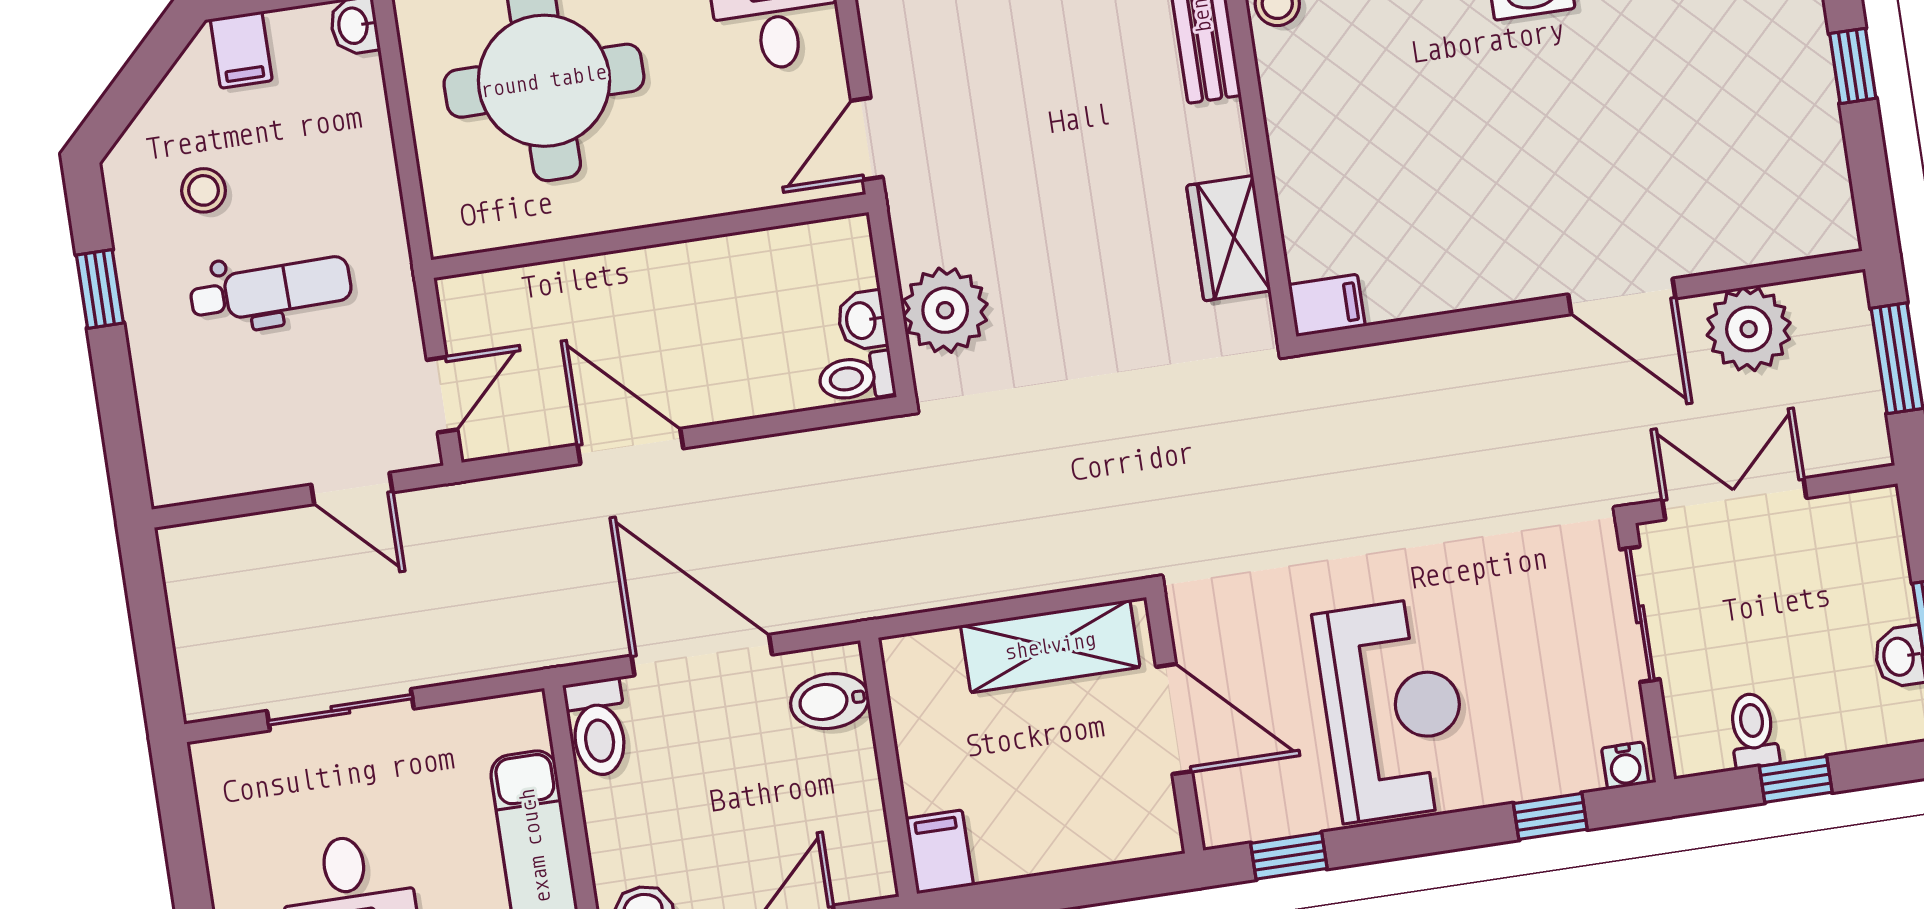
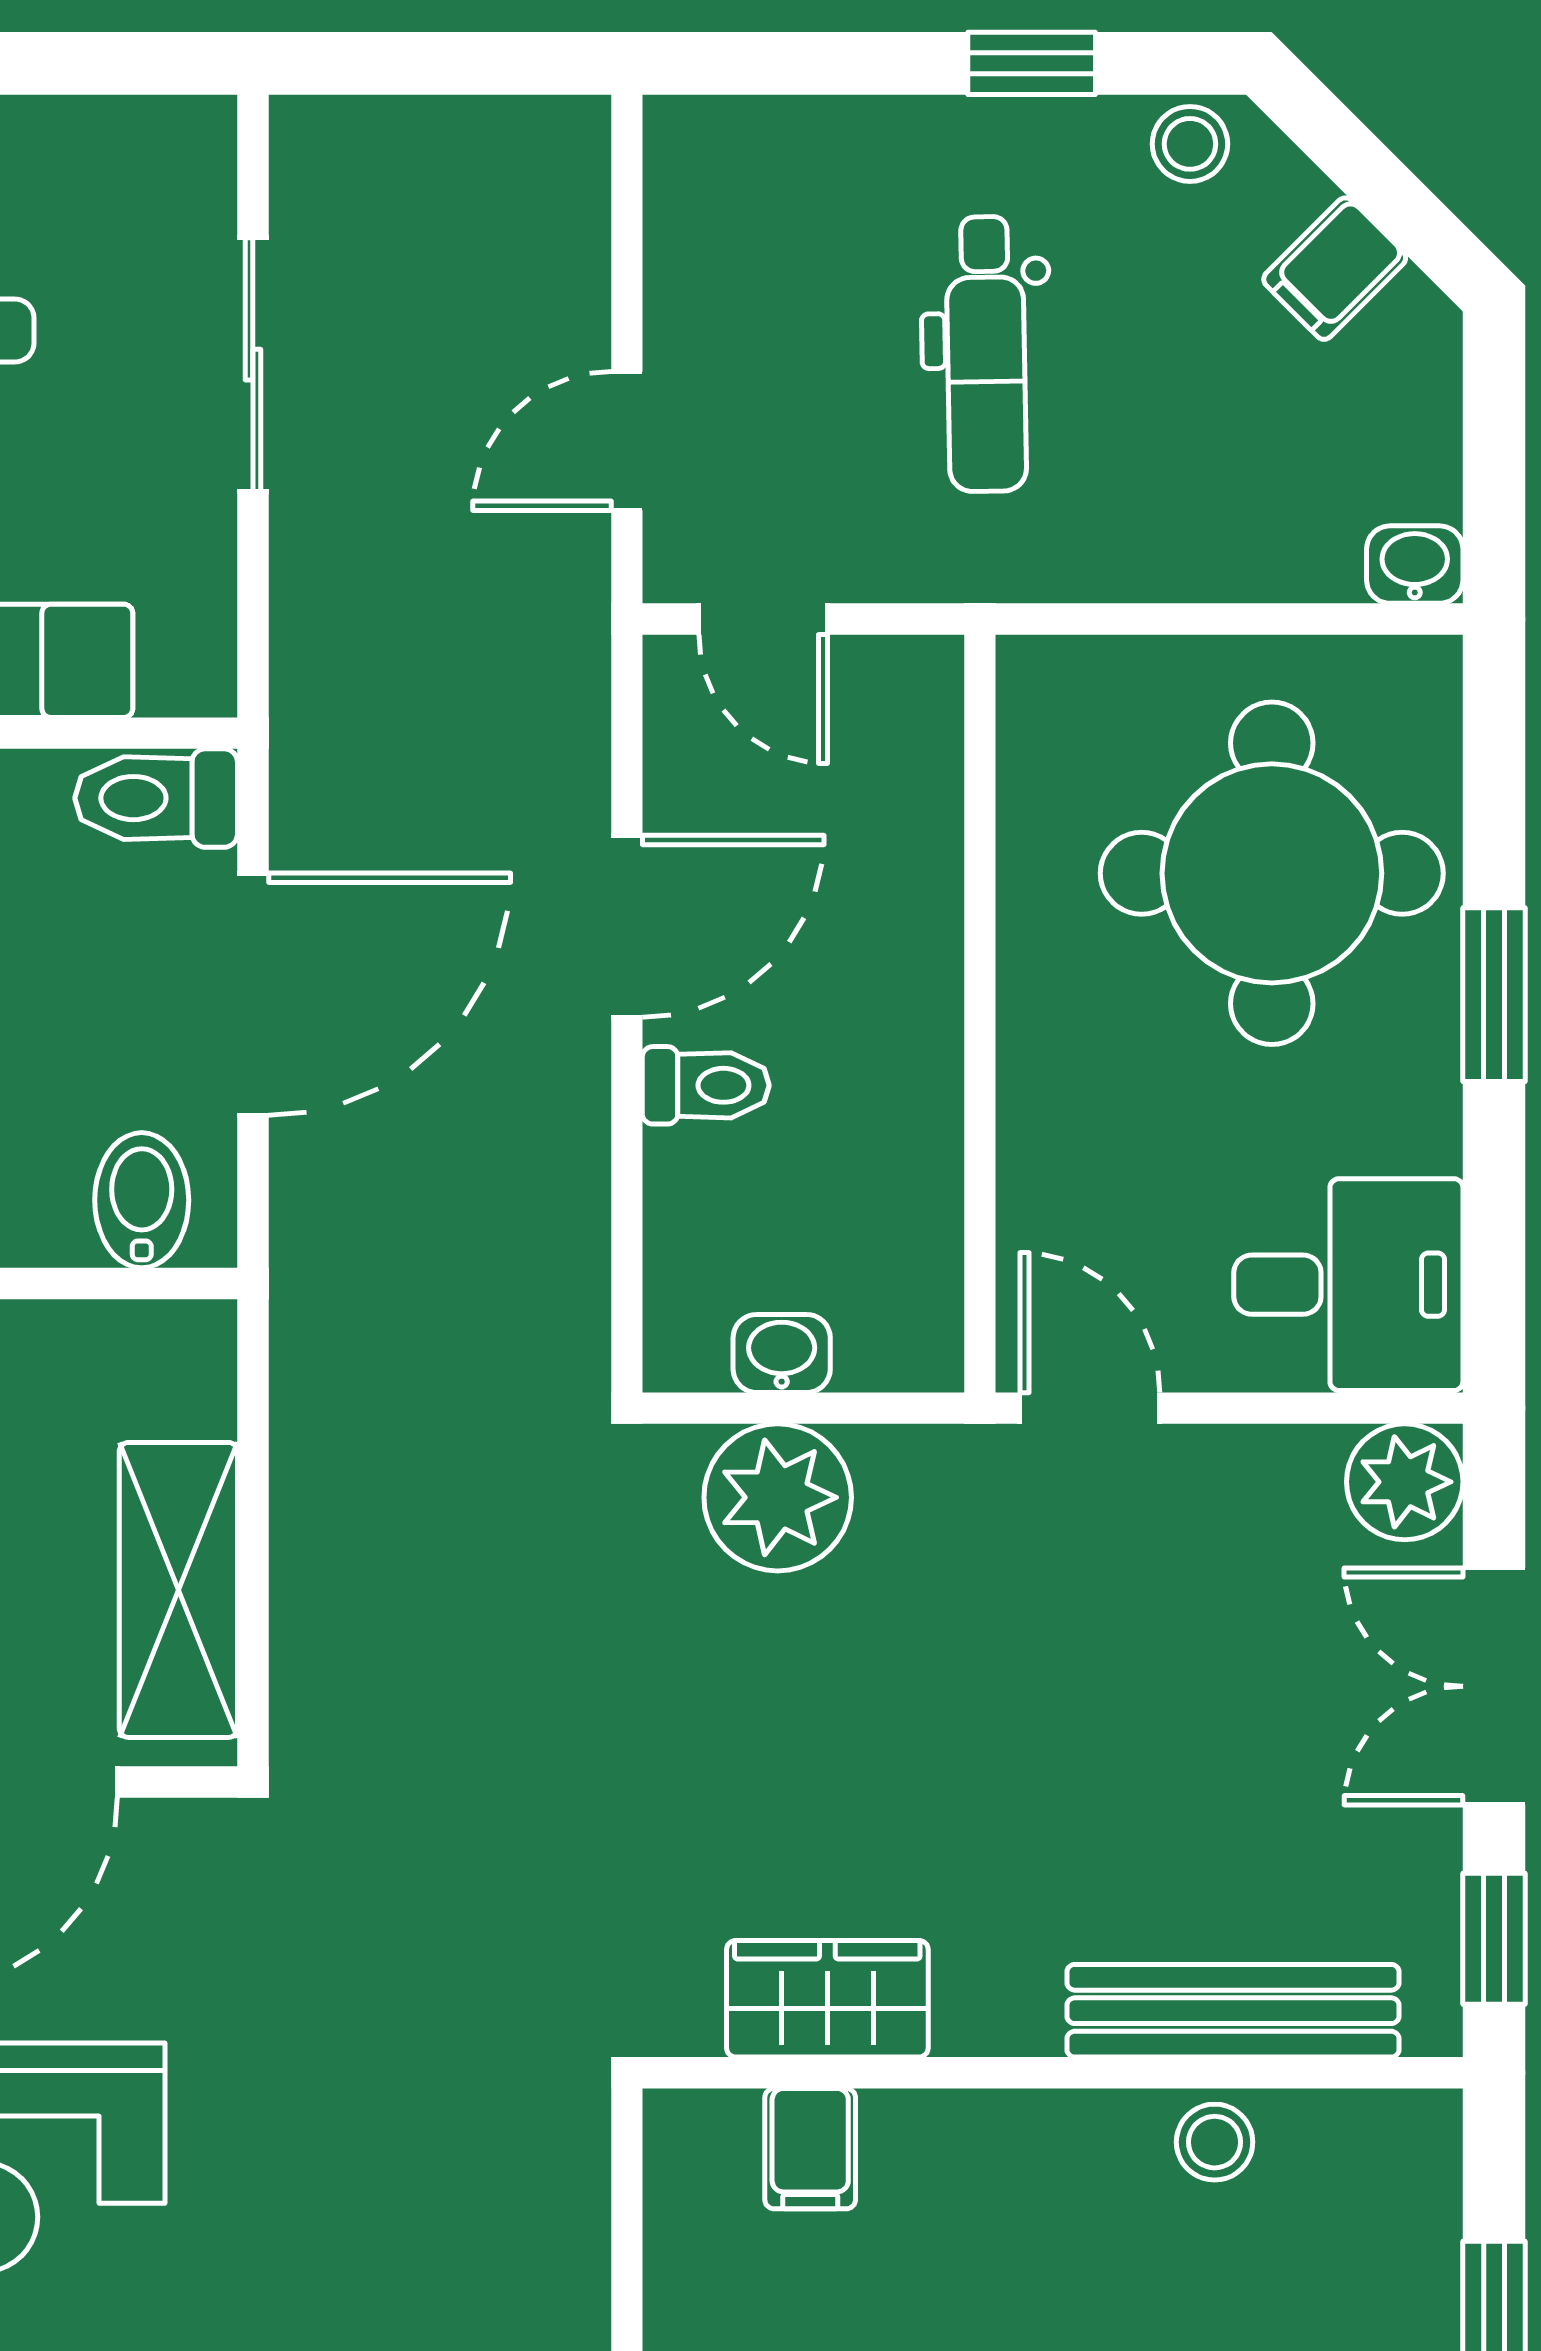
filing cabinet: (241, 50) -> (1335, 269), moved, turned -45
stool: (204, 190) -> (1190, 144), moved
filing cabinet: (1327, 305) -> (810, 2149), moved
toilet: (857, 377) -> (706, 1085), moved, turned 90

